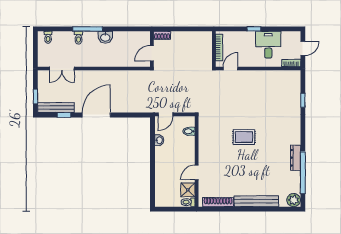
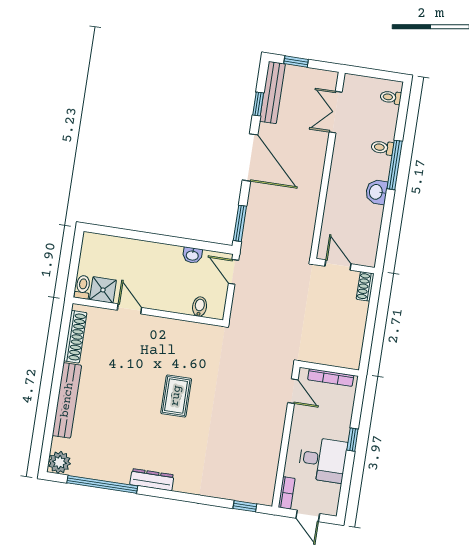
window: (303, 100) -> (245, 506), moved
window: (136, 115) -> (240, 223), added
dresser: (296, 158) -> (152, 480), moved

